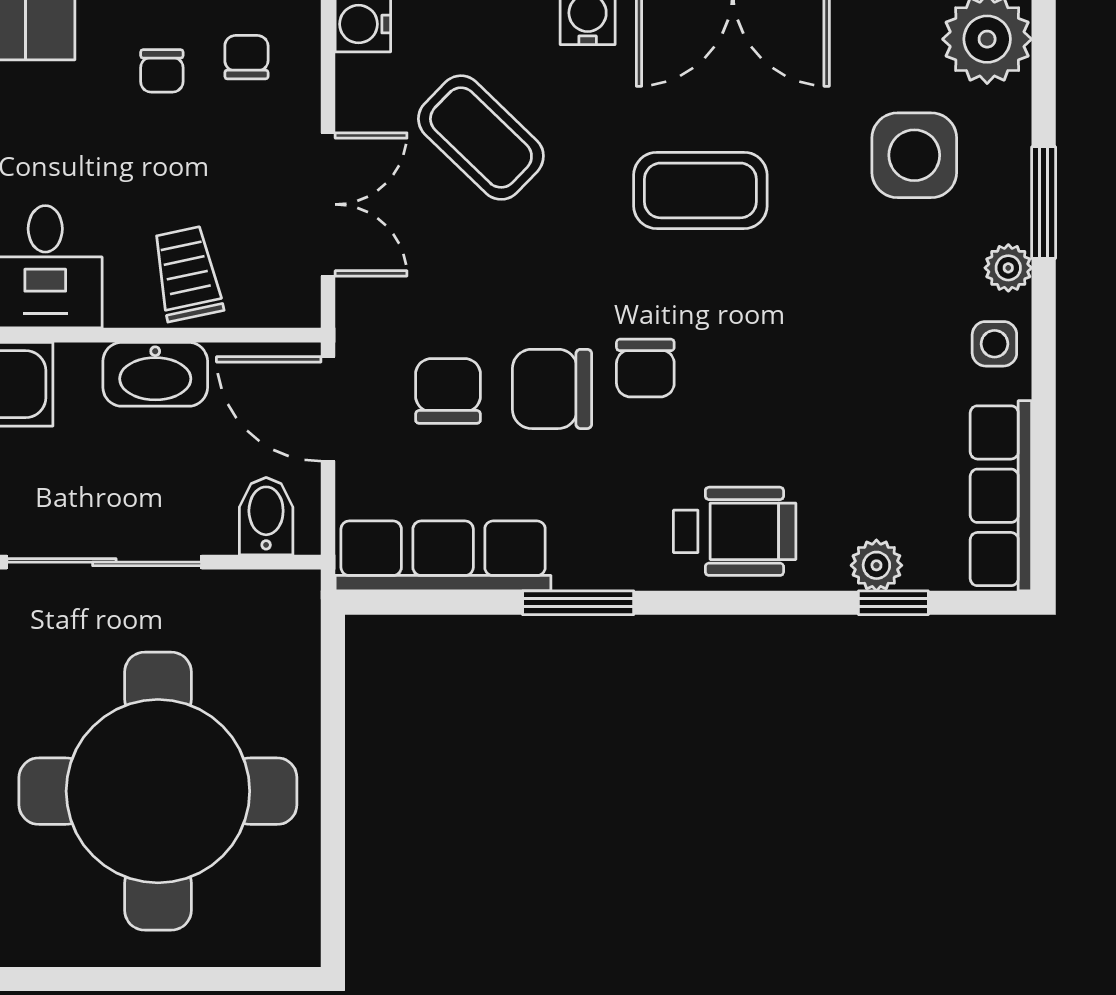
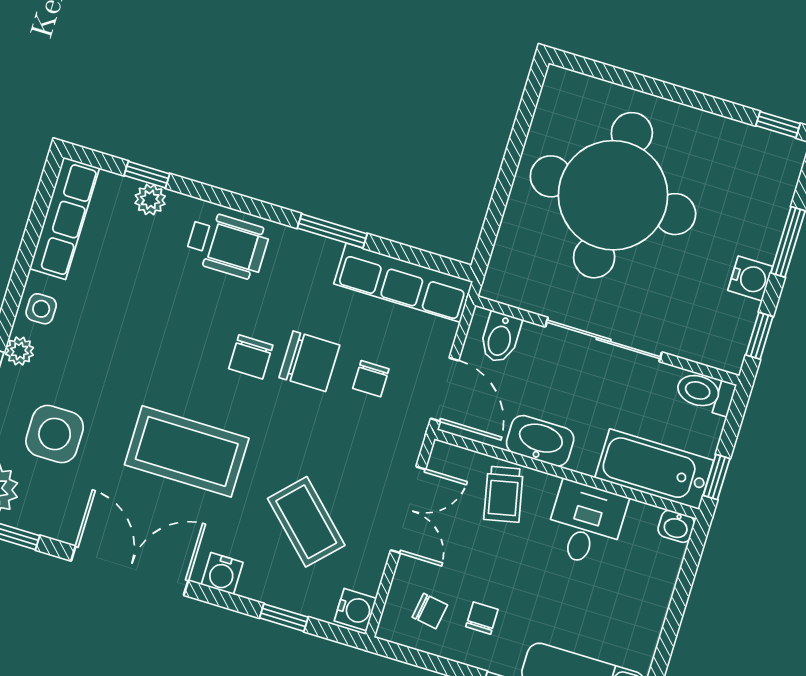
chair: (246, 57) -> (430, 611), turned -81
coffee table: (700, 190) -> (187, 451), width x1.36, depth x1.32
double door: (328, 204) -> (408, 510), swing flipped
chair: (645, 368) -> (251, 357), turned 180
chair: (448, 391) -> (371, 379), width x0.73, depth x0.73
wheelchair: (735, 531) -> (227, 245), turned 180

